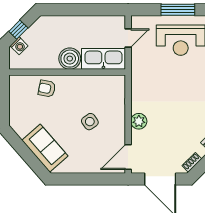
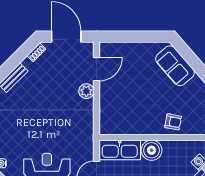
side table: (90, 122) -> (133, 91), removed
door: (128, 157) -> (97, 69), moved

